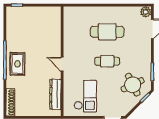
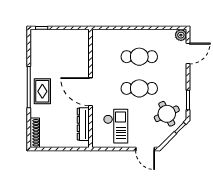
cafe table: (107, 61) -> (139, 88), width x1.37, depth x1.35
door: (62, 64) -> (90, 92), width x1.87

